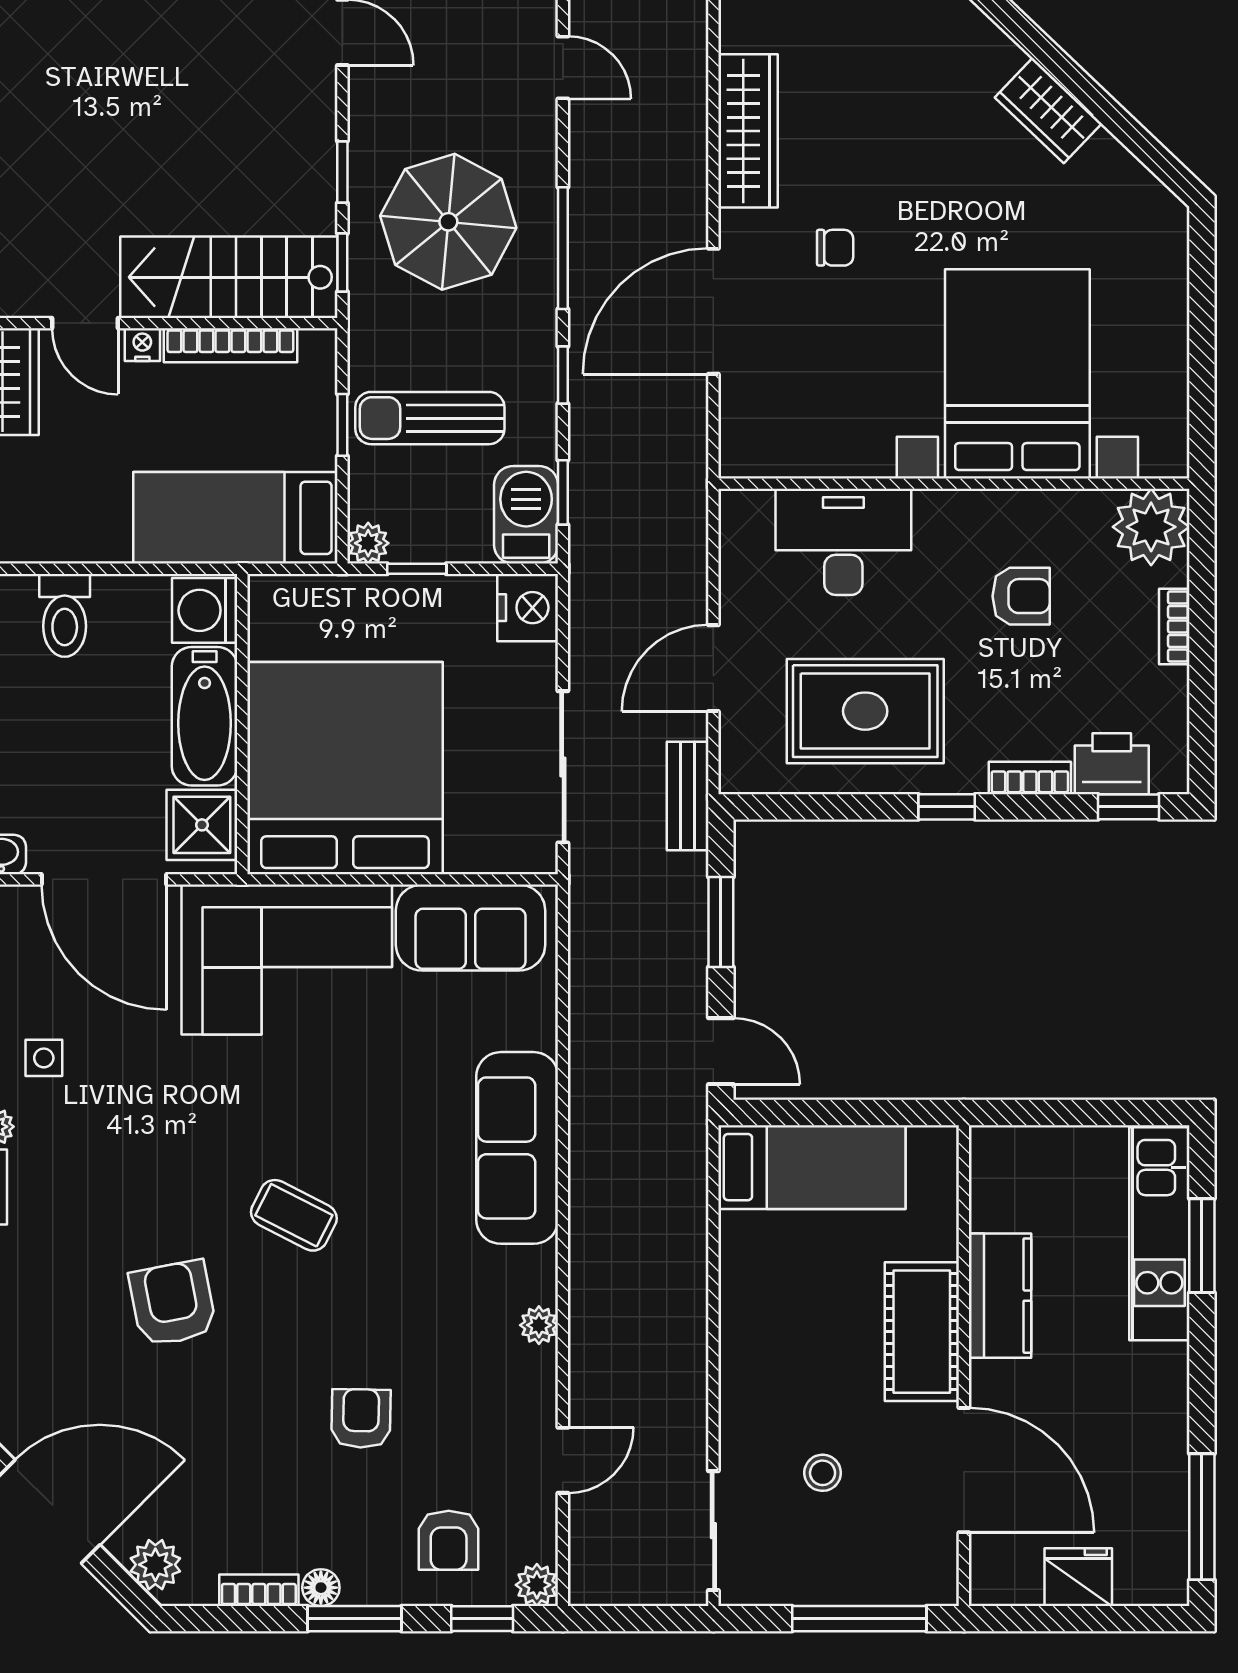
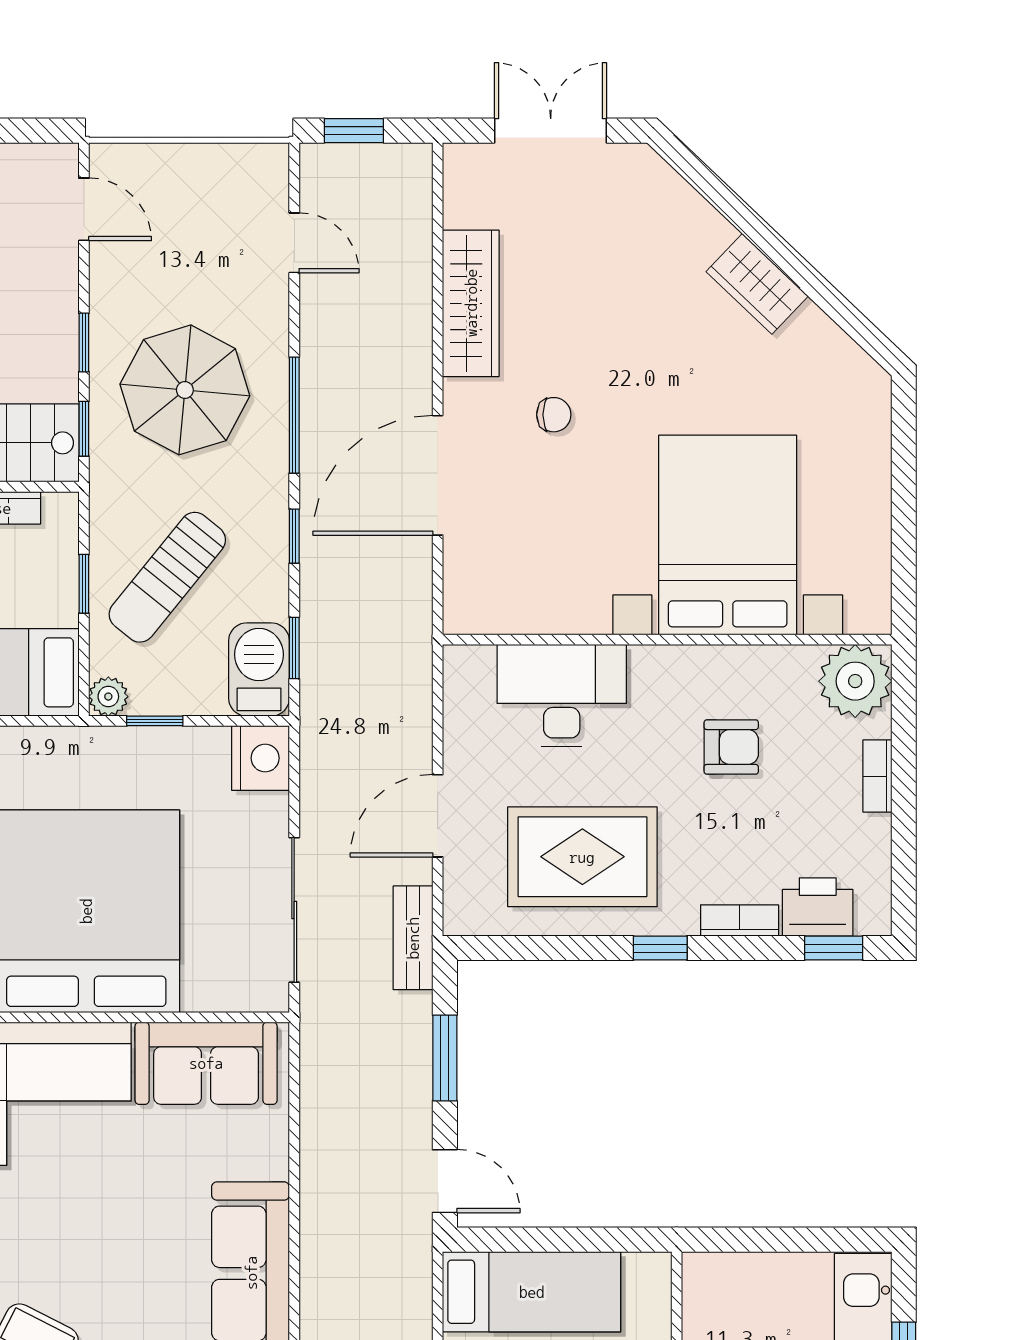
sun lounger: (430, 418) -> (167, 577), turned -51

